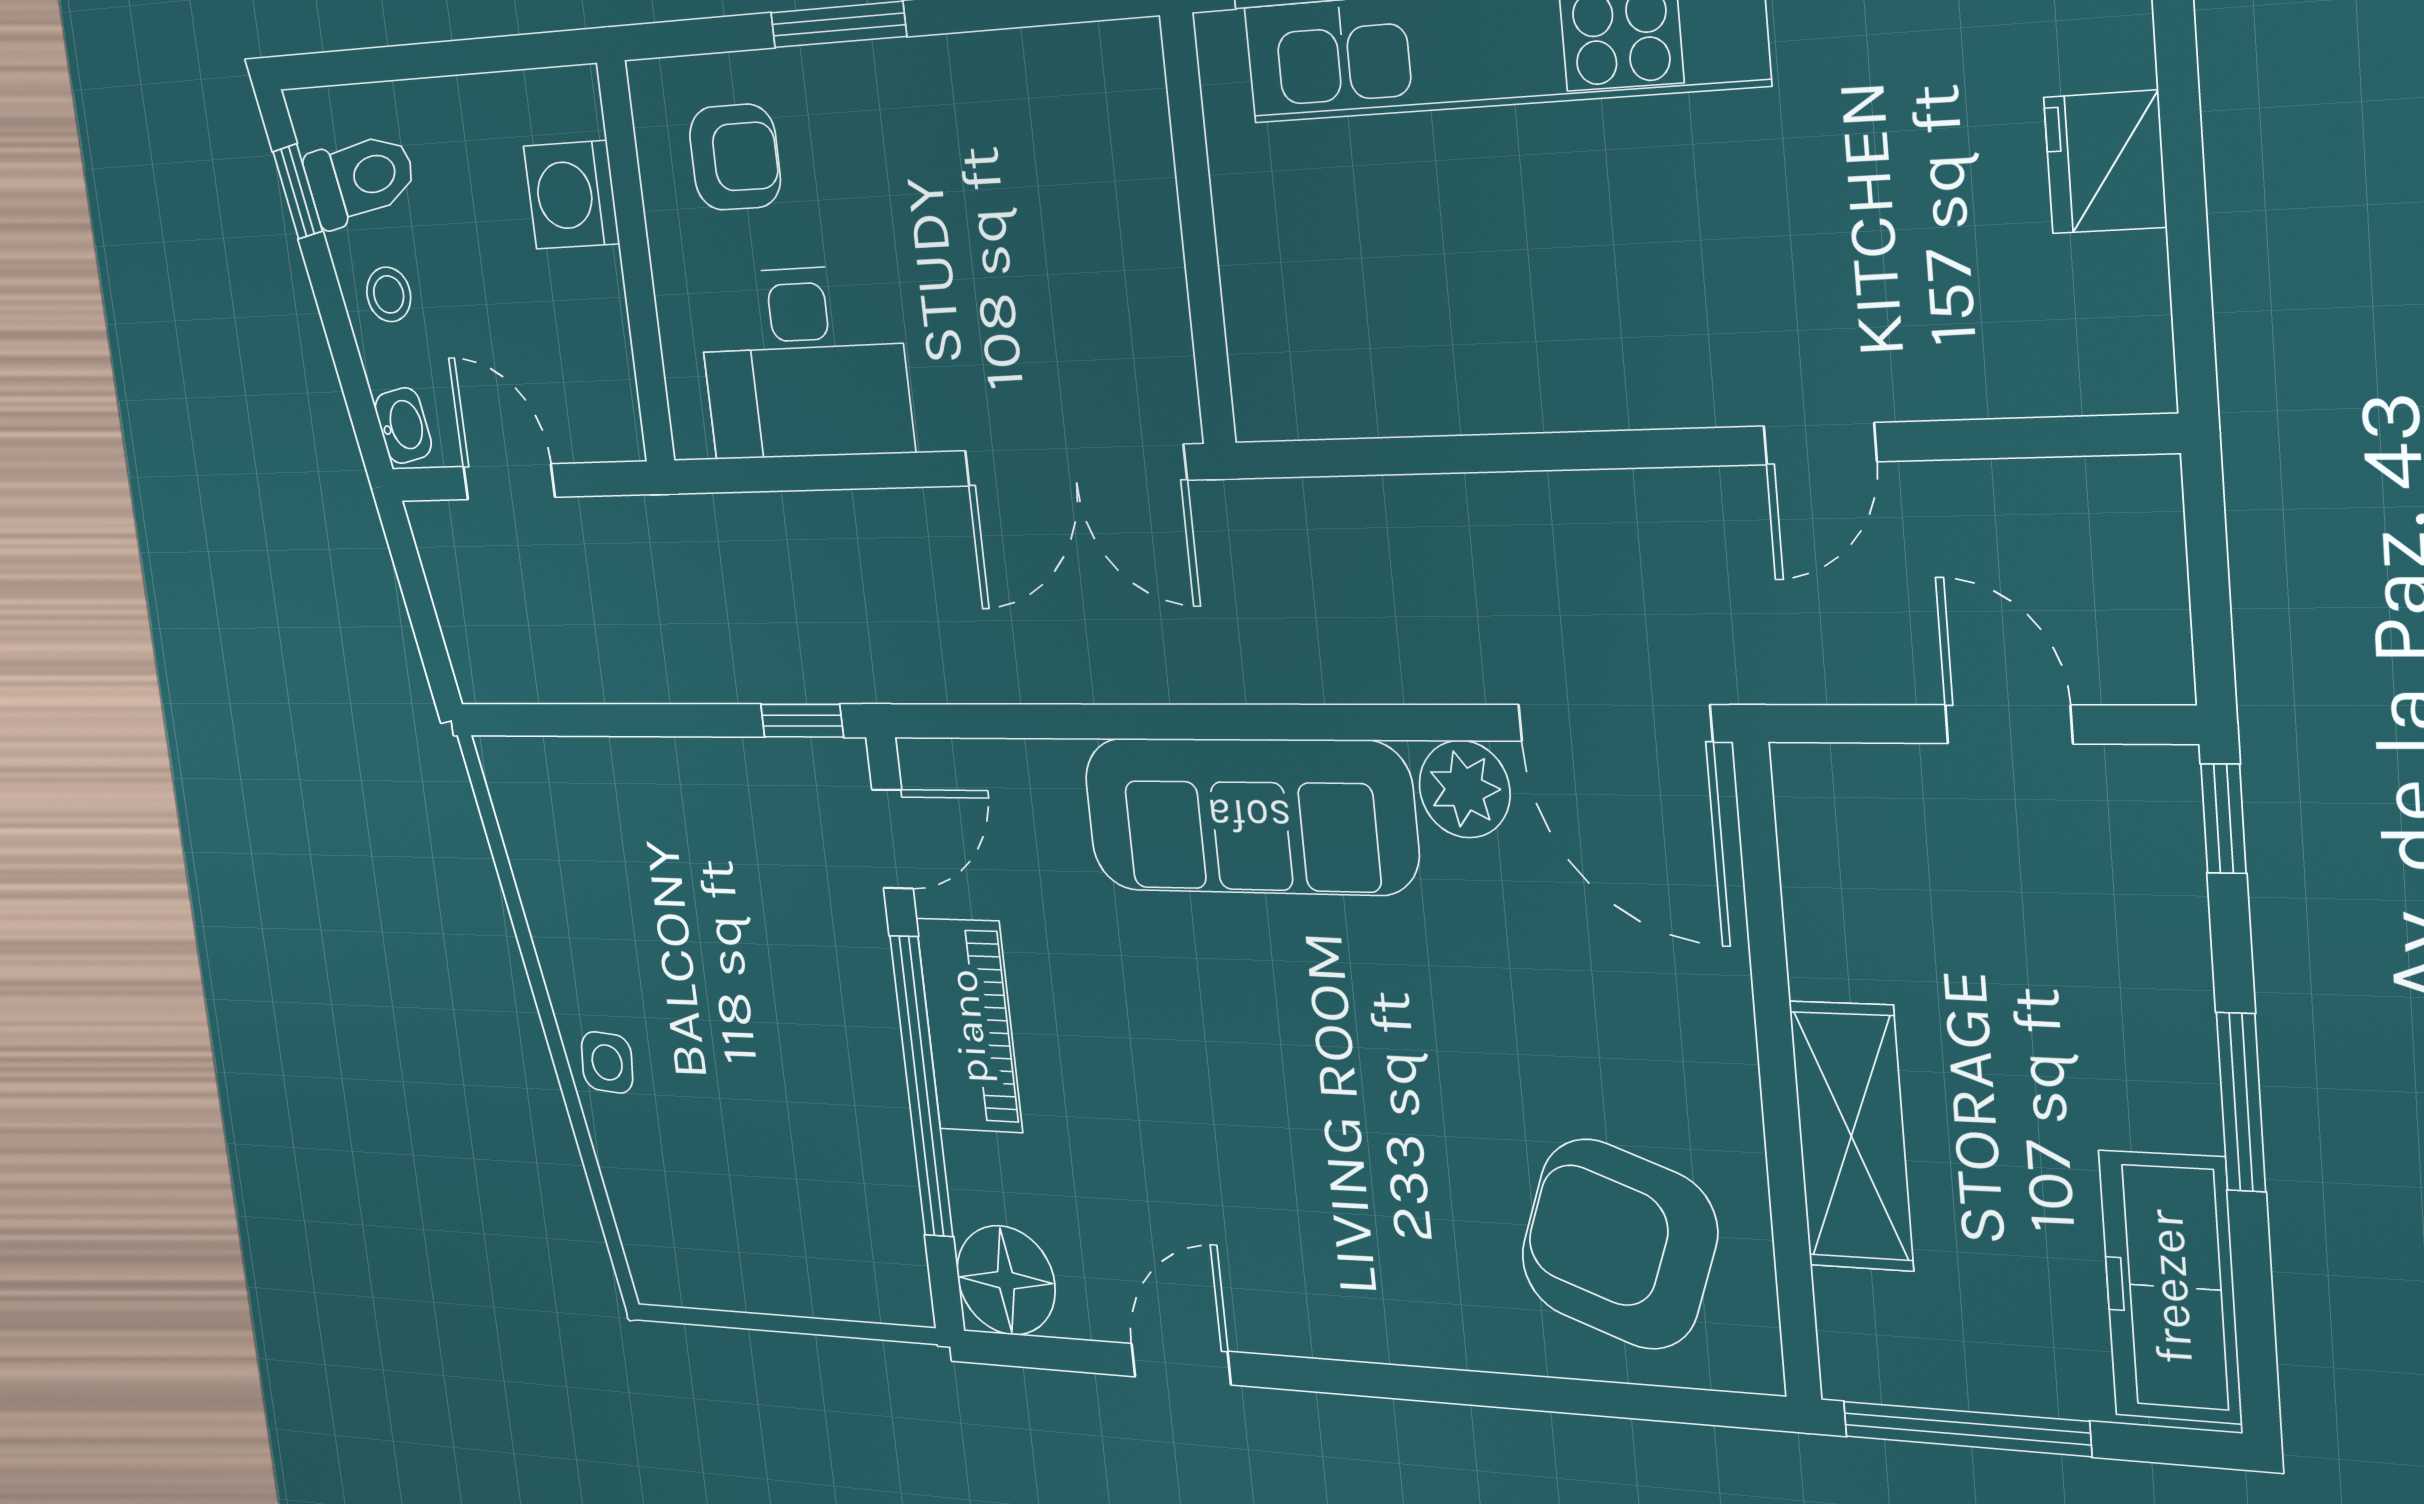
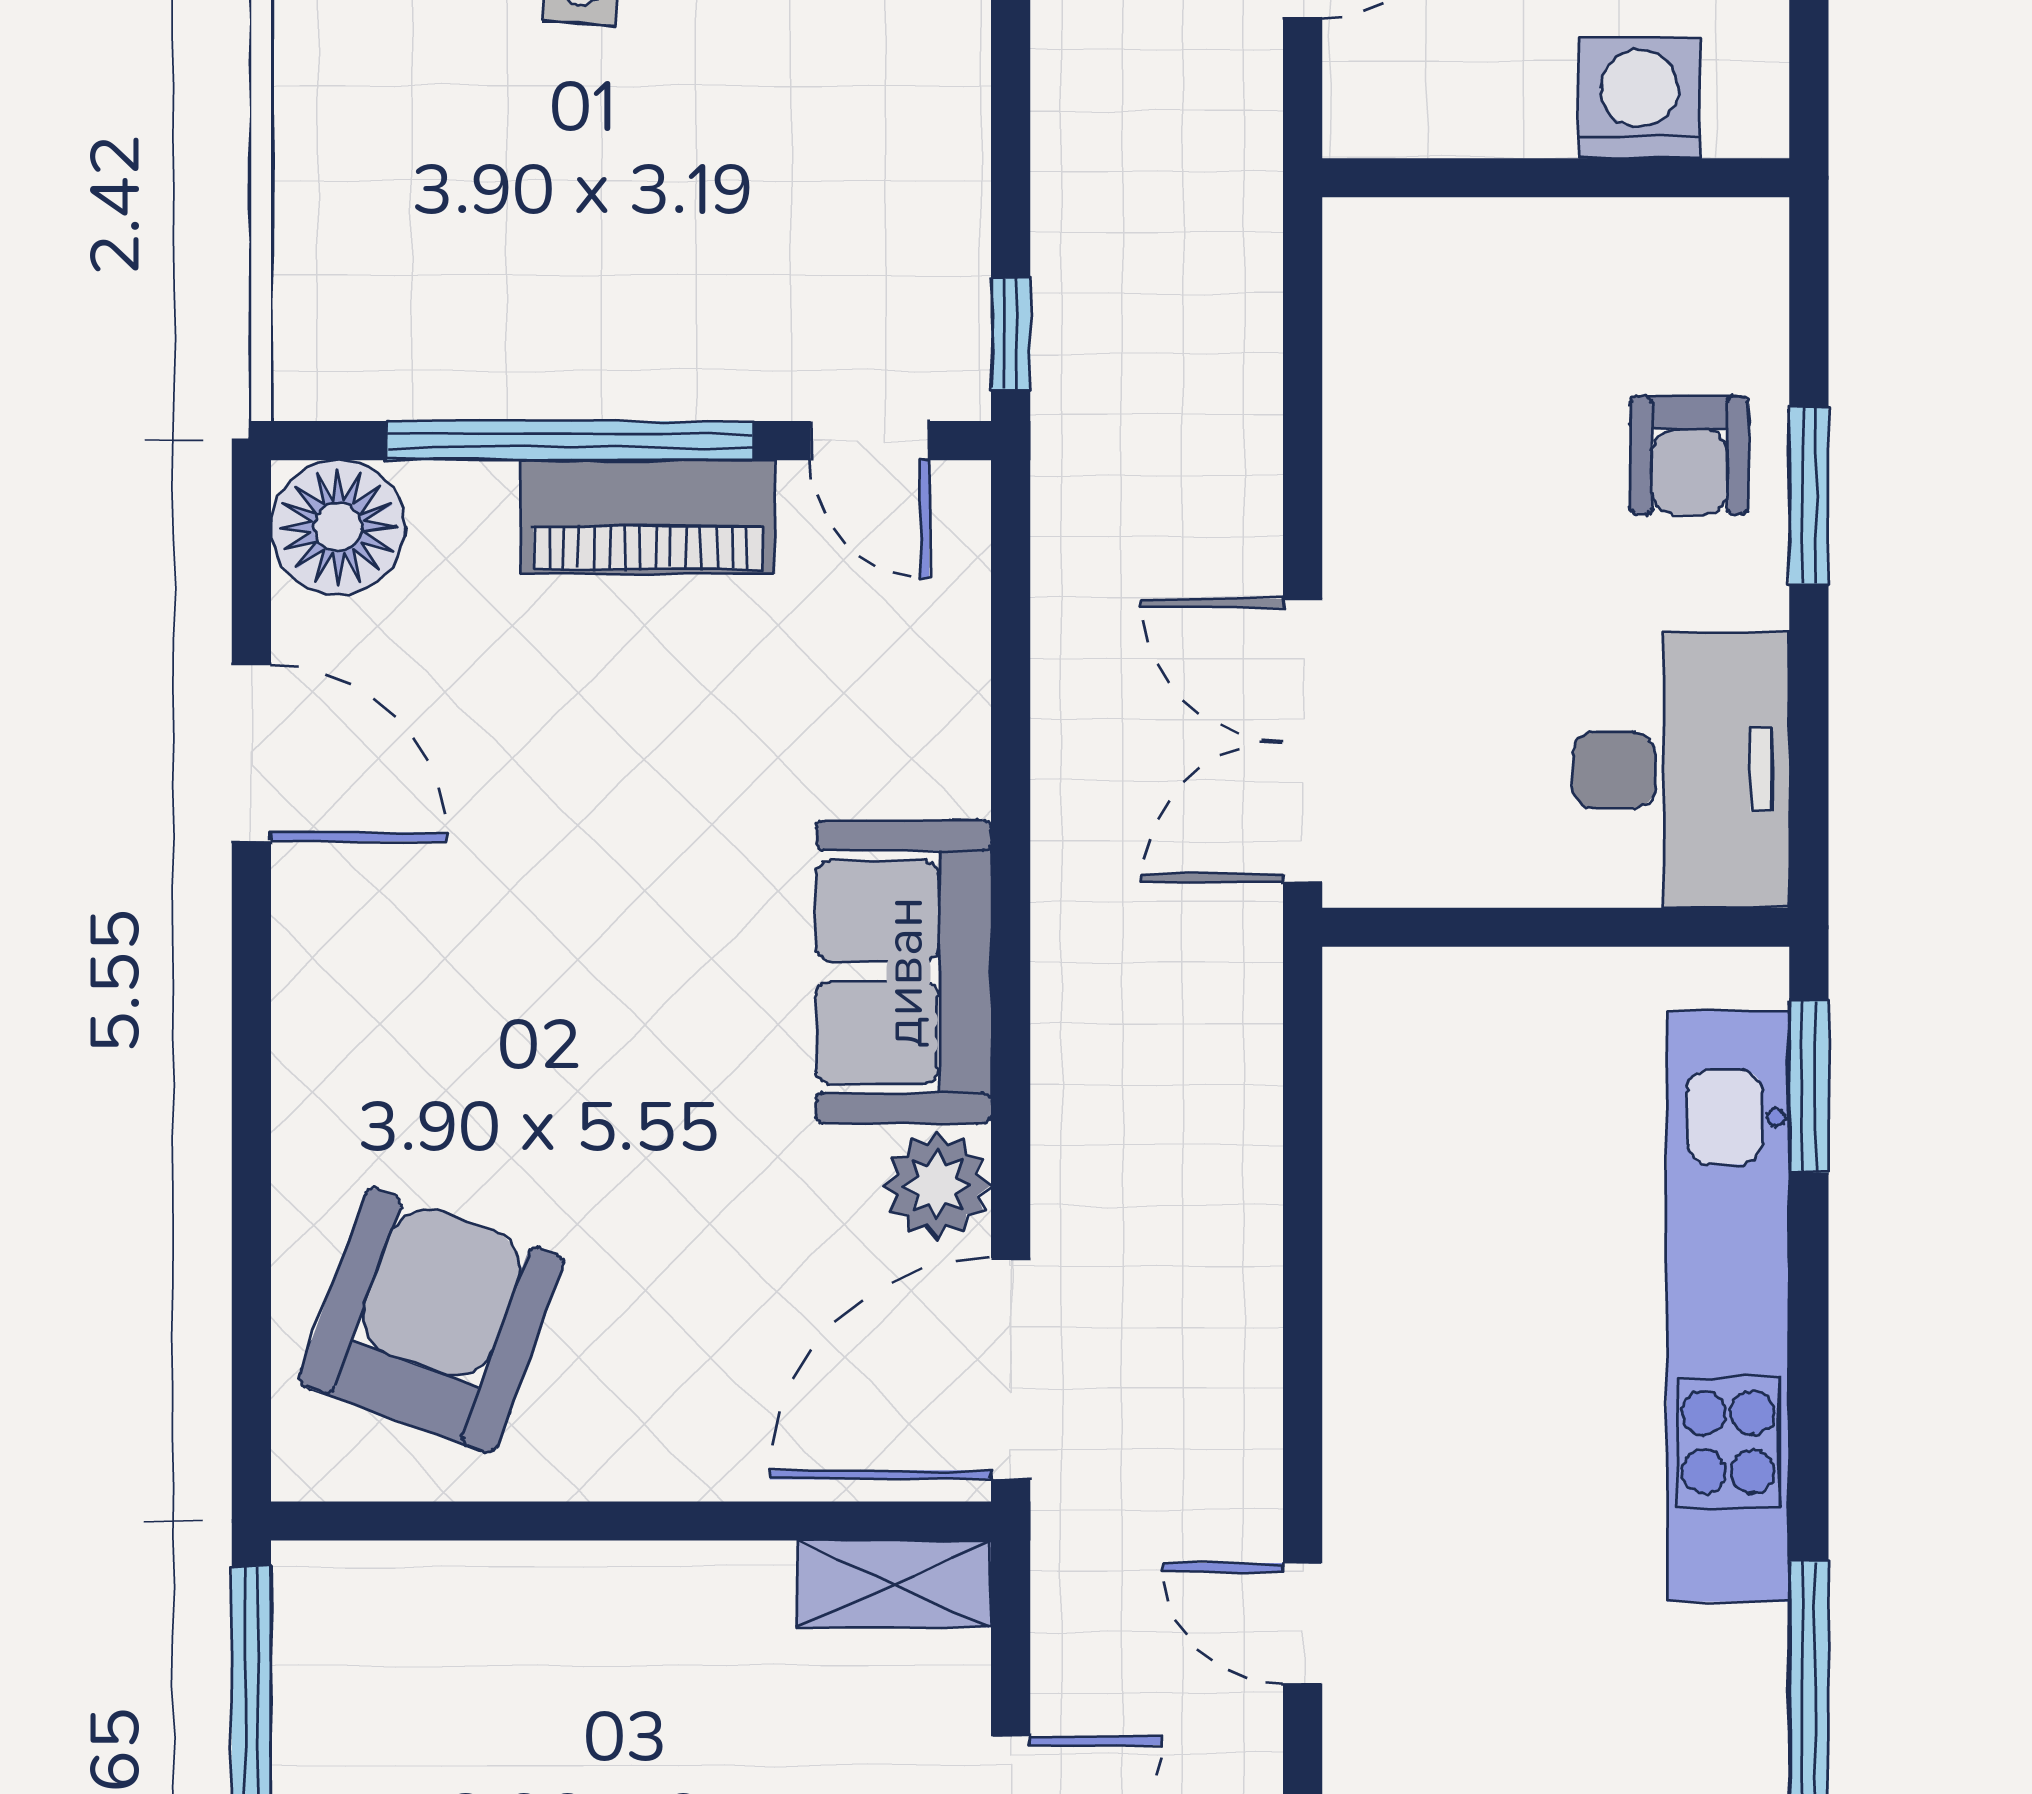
armchair: (735, 157) -> (1689, 455), moved
desk: (804, 363) -> (1681, 770), moved, turned 180
sofa: (1250, 816) -> (904, 972), width x0.73
shelving: (1851, 1136) -> (895, 1584), moved, width x0.67, depth x0.75
door: (1181, 1364) -> (251, 753), width x1.38

